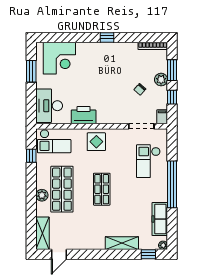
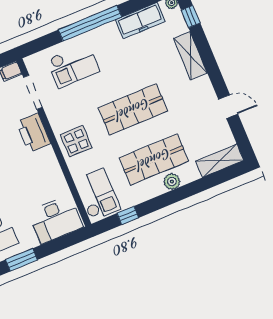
printer: (84, 115) -> (33, 133), moved
shop shelf: (102, 189) -> (133, 109), width x1.43, depth x1.36
door: (59, 254) -> (228, 107), moved

